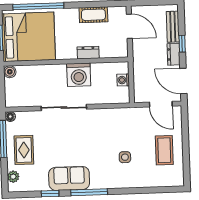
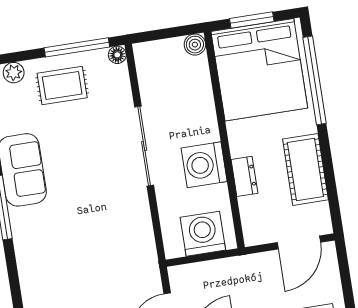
cot: (93, 15) -> (305, 169), width x1.37, depth x1.34
washing machine: (123, 80) -> (203, 234), width x1.89, depth x1.89
side table: (125, 157) -> (71, 262), removed

